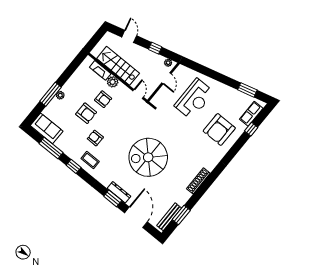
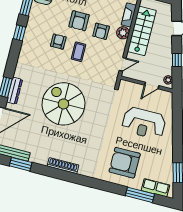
window: (251, 129) -> (140, 195), width x2.17
coffee table: (90, 160) -> (79, 52), moved

